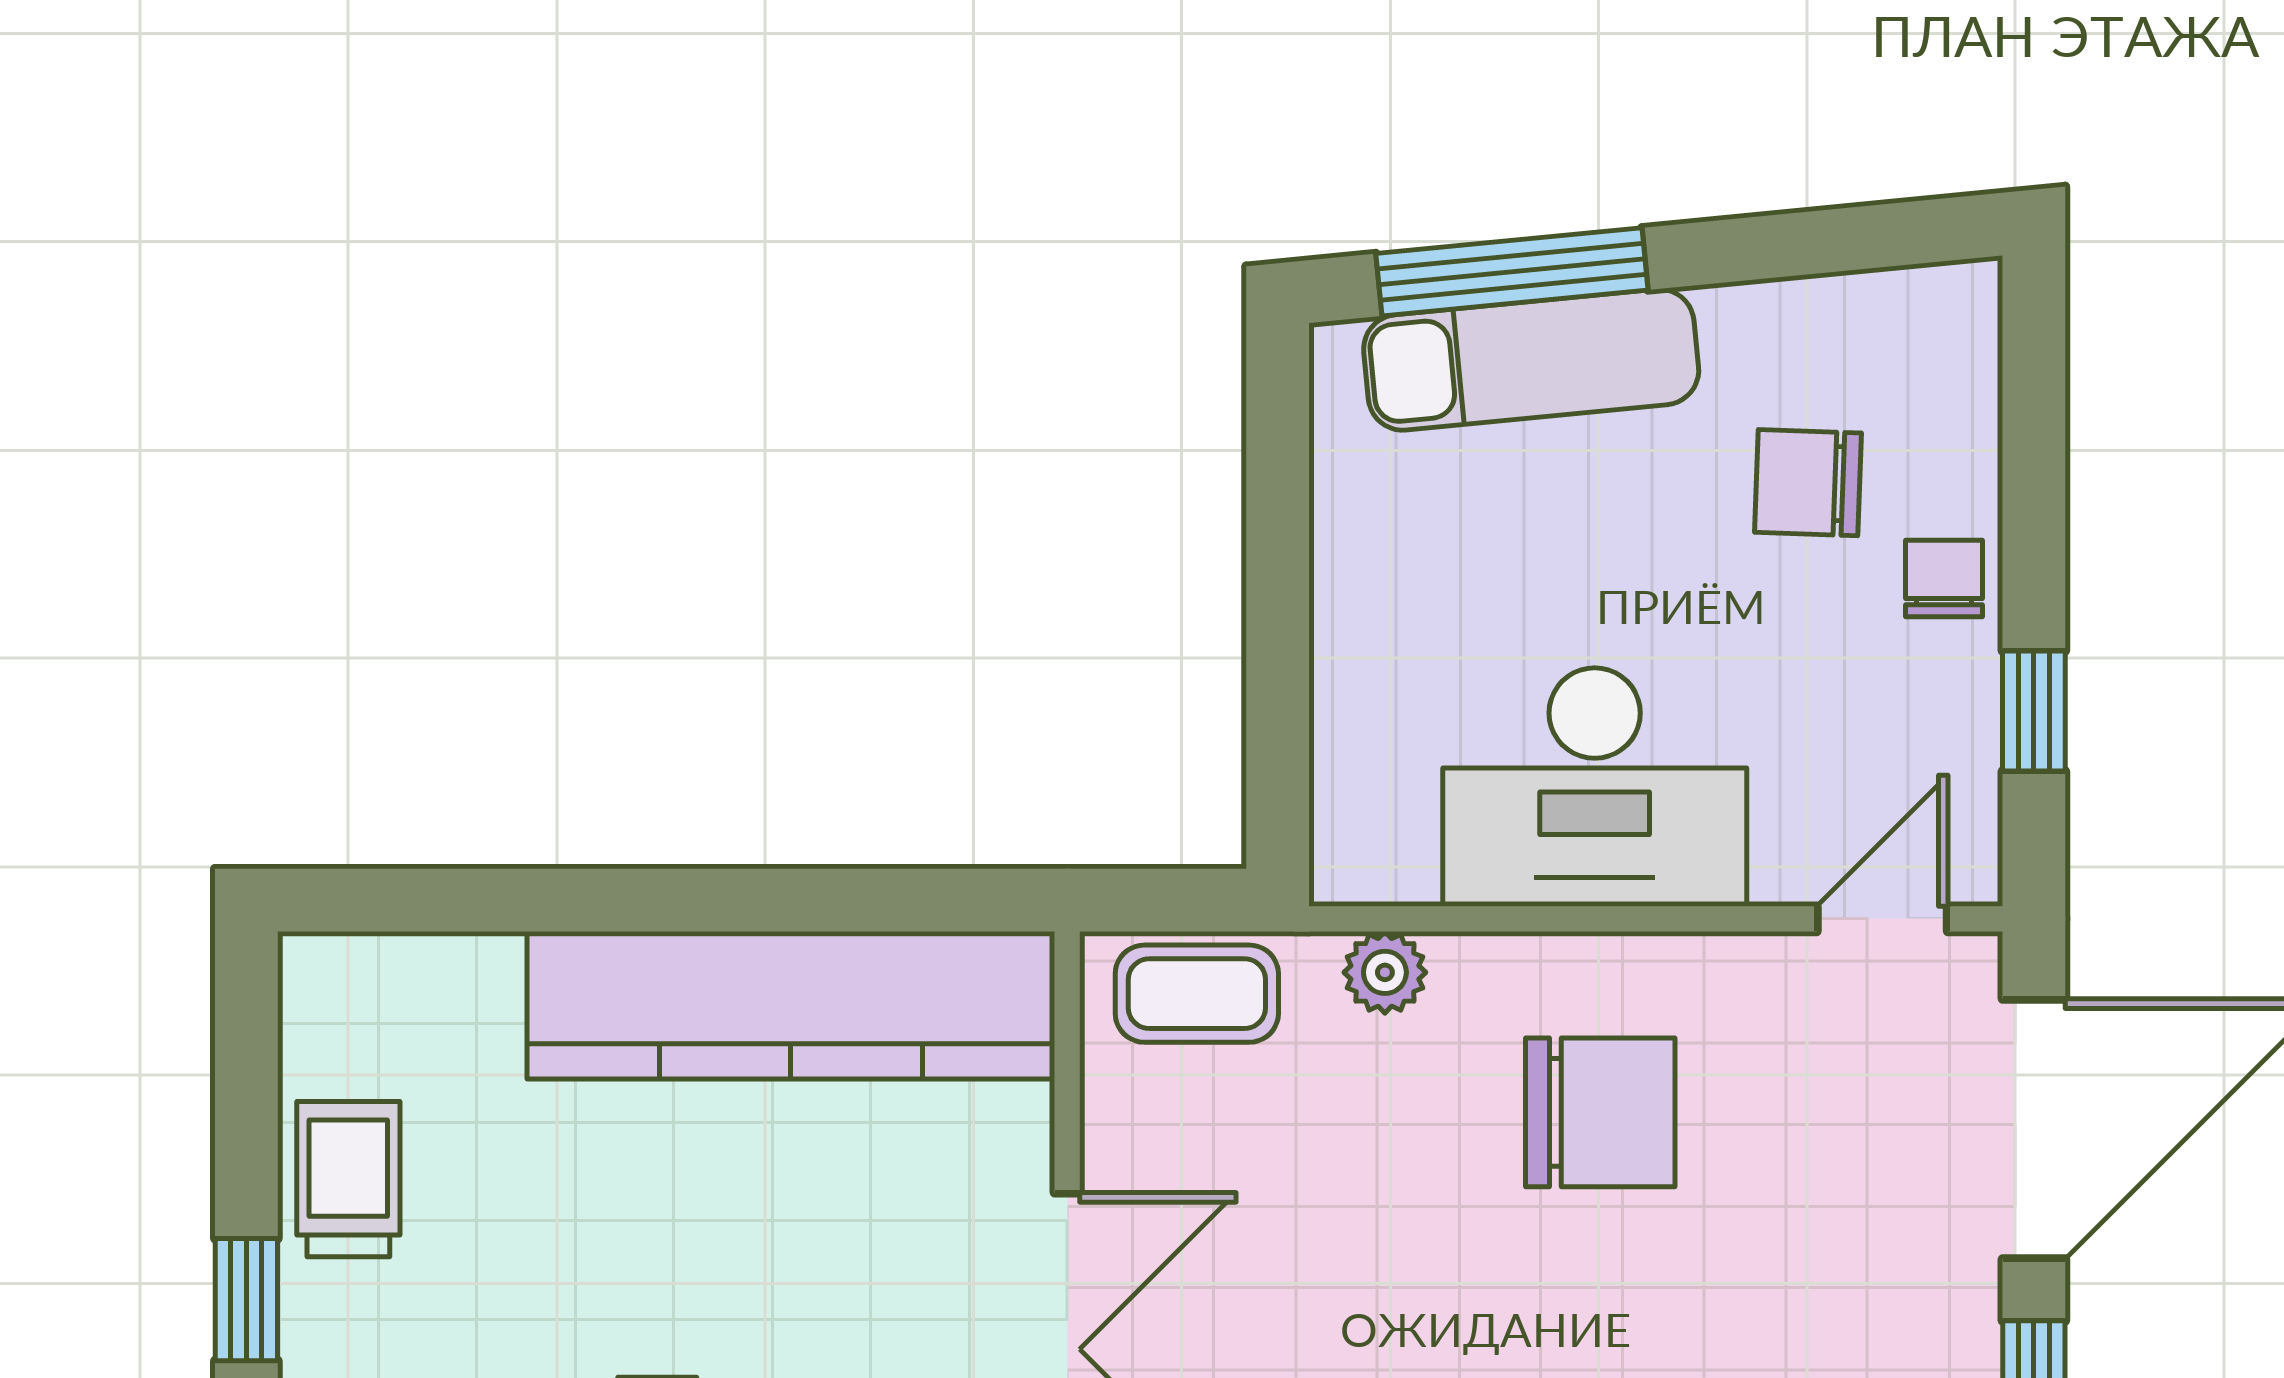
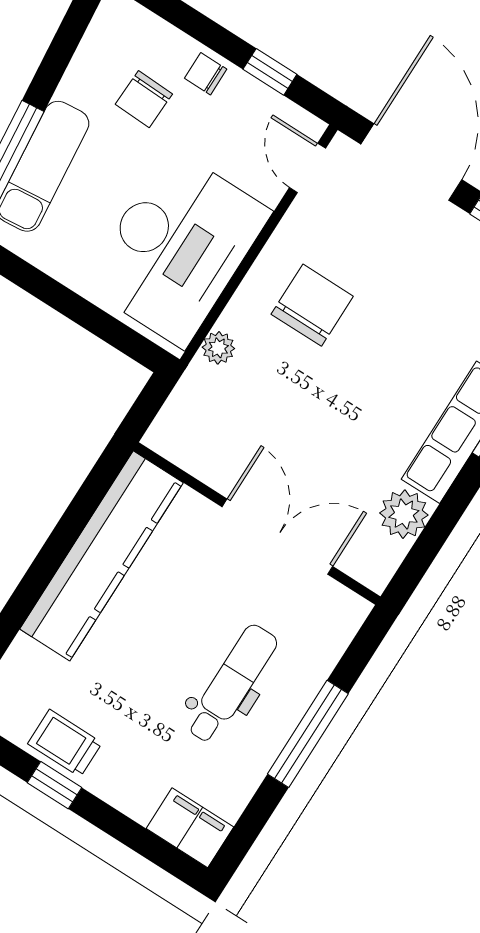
desk: (1595, 787) -> (177, 248), width x1.36, depth x1.30
coffee table: (1197, 994) -> (185, 416), removed
window: (246, 1300) -> (54, 785), moved

